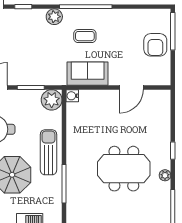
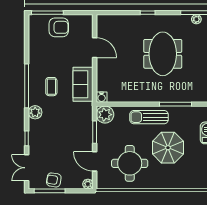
plant: (165, 175) -> (196, 19), moved

